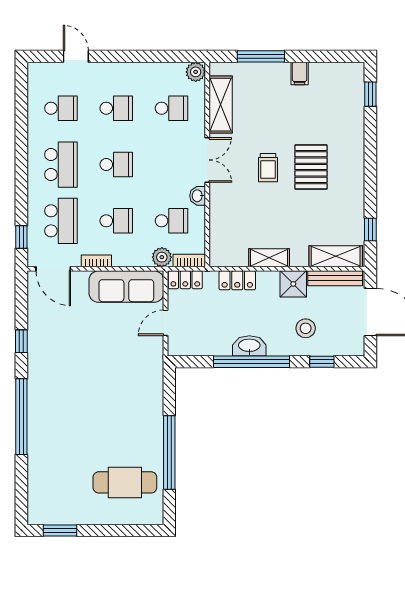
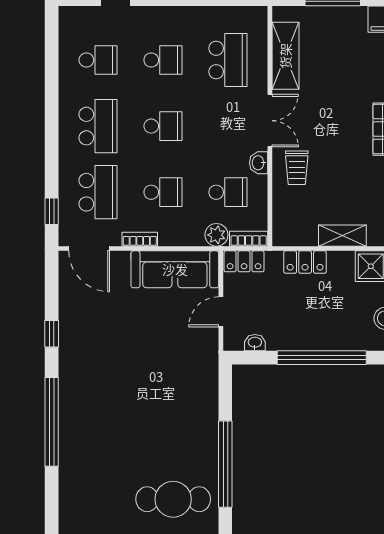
plant: (196, 72) -> (256, 17), removed
school desk: (172, 108) -> (228, 60), width x1.85
trolley: (268, 168) -> (297, 168), moved
washbasin: (249, 346) -> (255, 343), moved, width x0.52, depth x0.69

